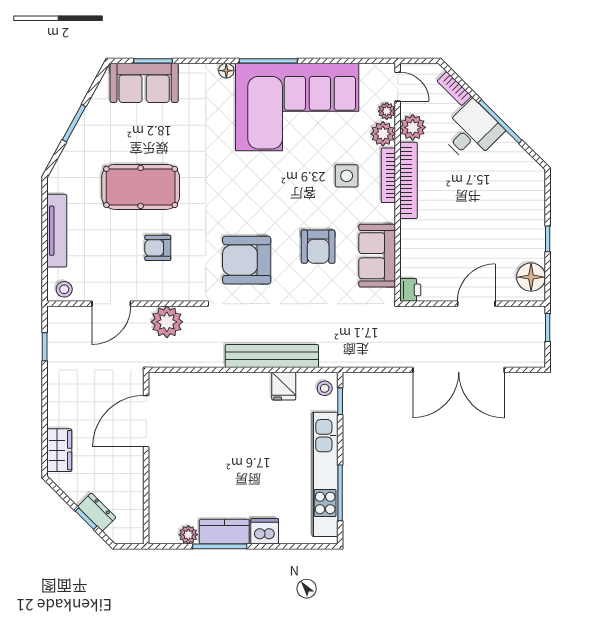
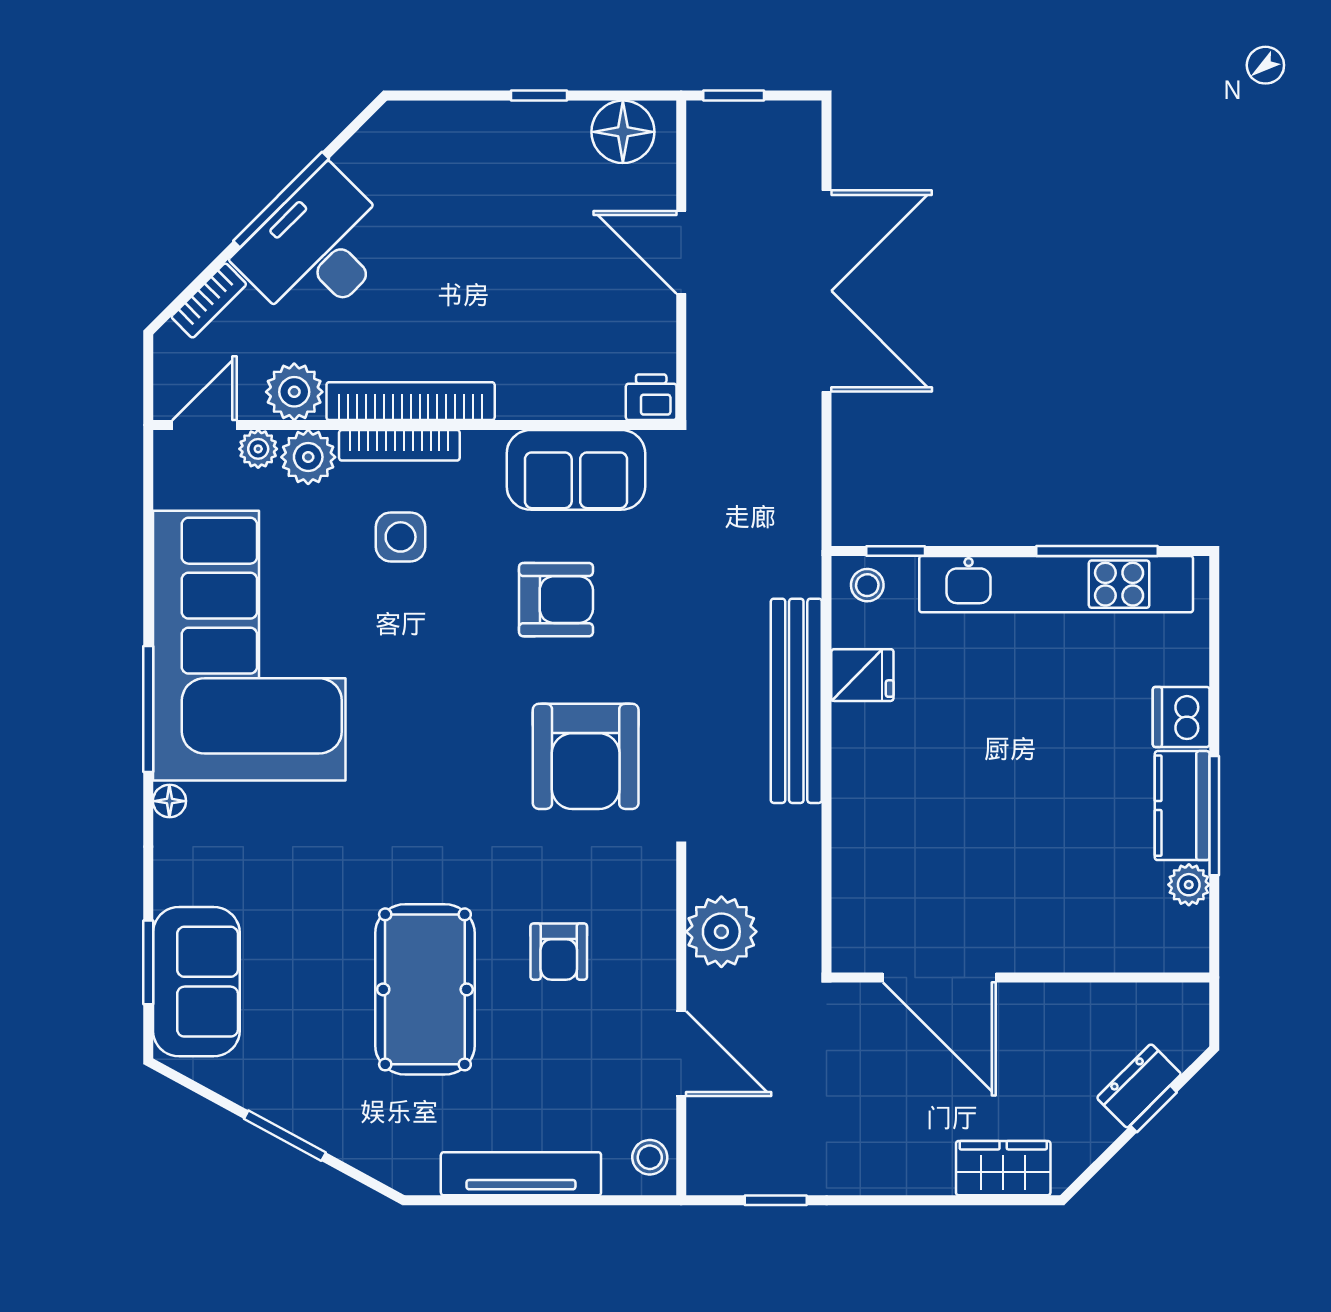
desk: (472, 132) -> (317, 249), width x1.37

